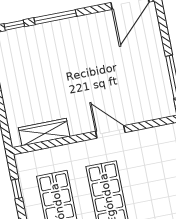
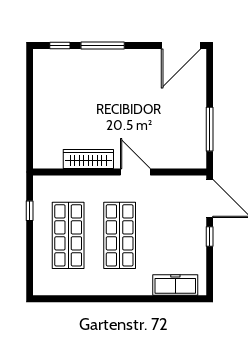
wardrobe: (44, 132) -> (88, 159), moved

